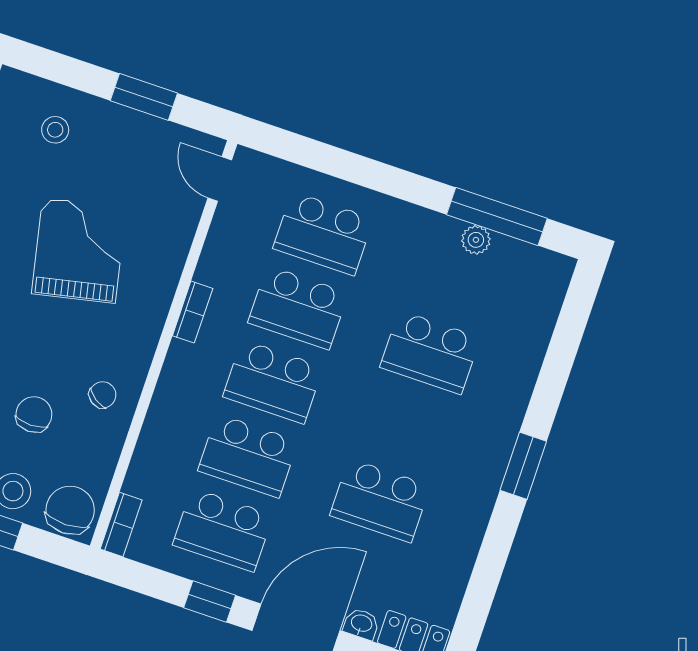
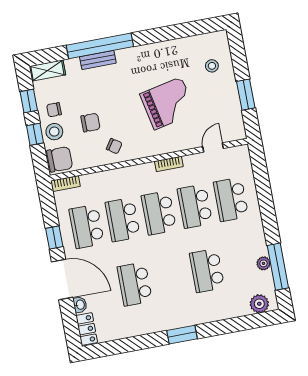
door: (220, 179) -> (213, 148), moved
plant: (547, 290) -> (259, 304), added

